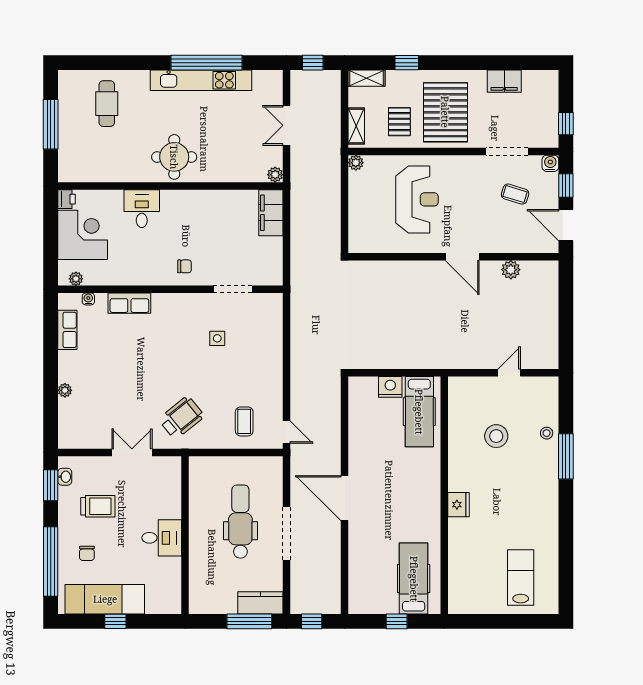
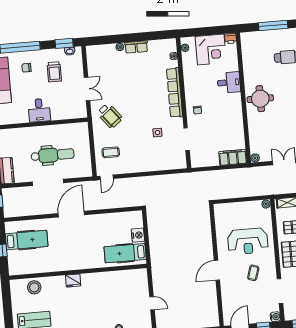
coffee table: (515, 194) -> (253, 273), moved
plant: (511, 270) -> (212, 299), removed
row of seats: (129, 303) -> (175, 93), width x2.02
row of seats: (67, 330) -> (136, 47), moved
stool: (496, 436) -> (34, 287), moved
hospital bed: (414, 579) -> (27, 240), moved

